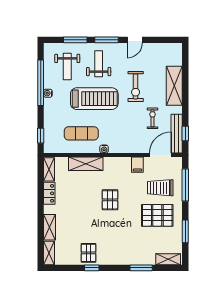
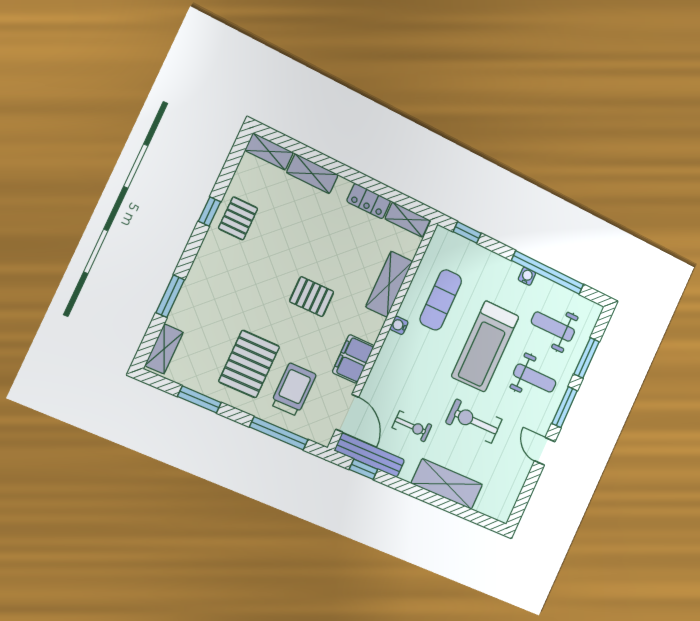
filing cabinet: (137, 165) -> (353, 359), width x2.00
pallet: (89, 253) -> (238, 218), turned 90

